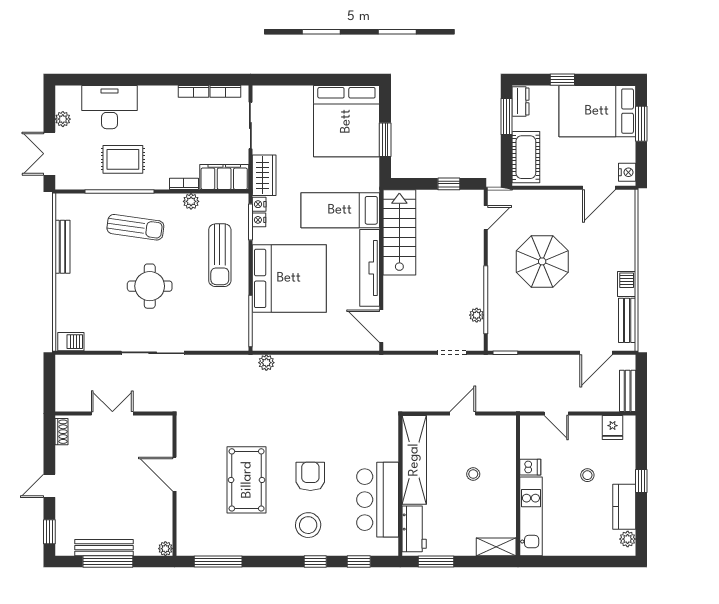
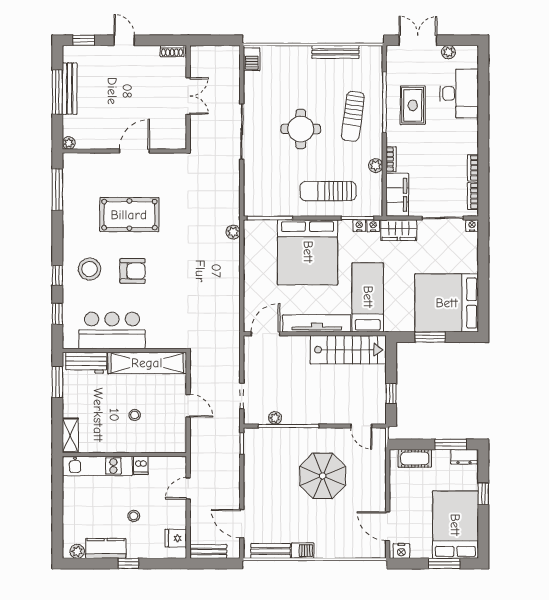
nightstand: (259, 92) -> (472, 226), added
cot: (526, 157) -> (415, 458), width x0.73, depth x0.75

